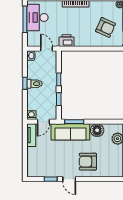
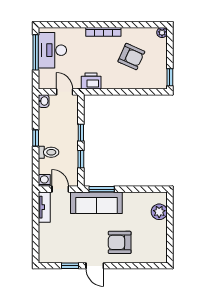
armchair: (106, 27) -> (131, 57), moved
toilet: (35, 84) -> (48, 152), moved
door: (43, 122) -> (60, 189), swing flipped
floor lamp: (97, 130) -> (132, 201), removed

